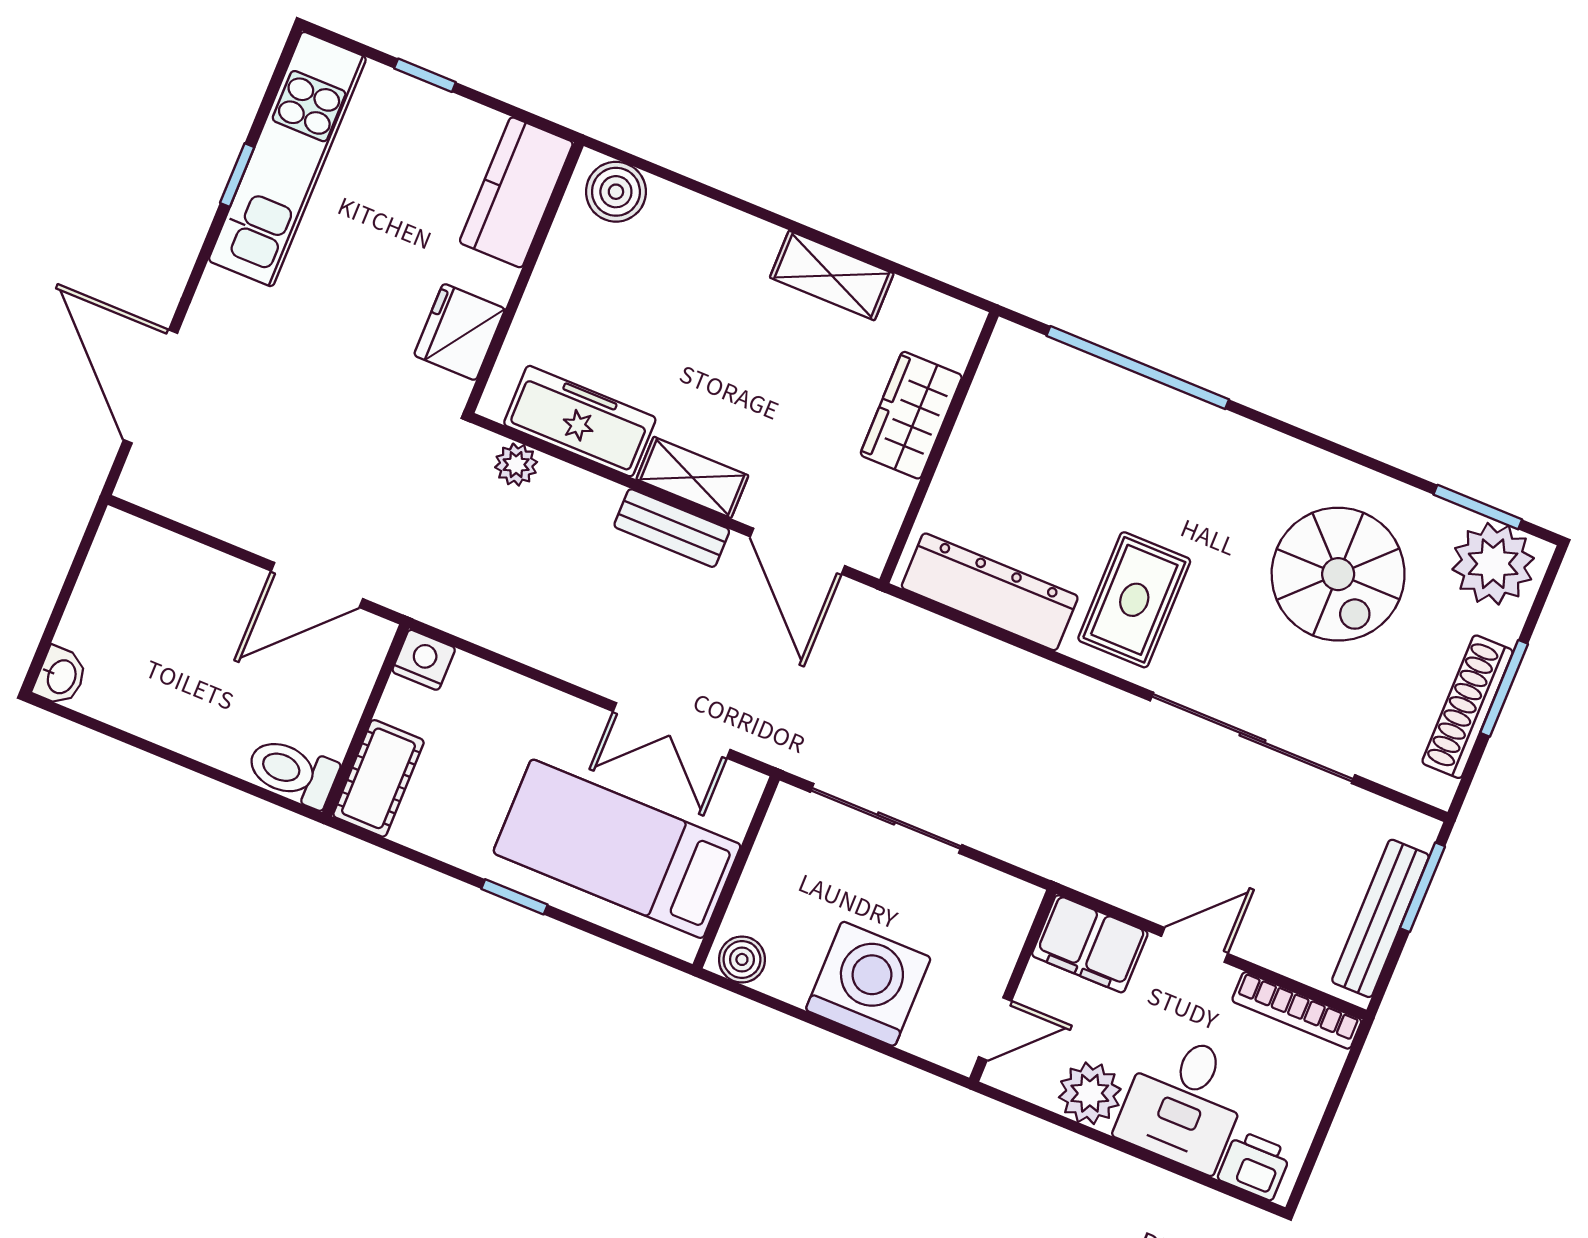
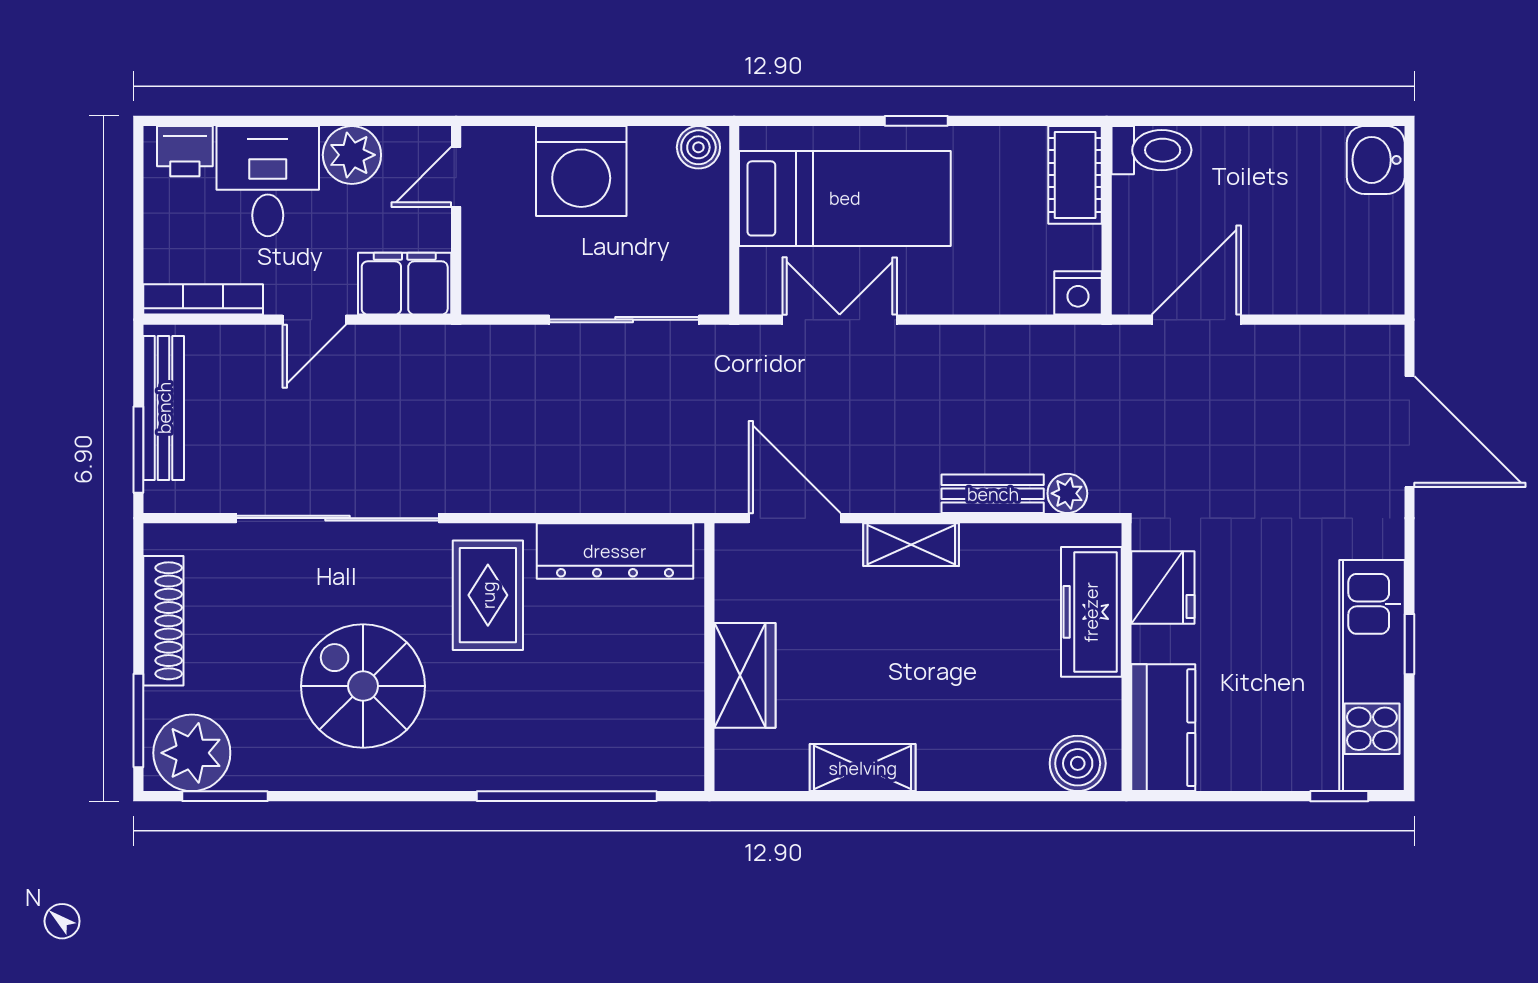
window: (425, 75) -> (1339, 796), moved
freezer: (580, 421) -> (1091, 612), moved, turned 90
bench: (672, 528) -> (993, 494), moved
spiral stairs: (1338, 574) -> (363, 686), moved
washbasin: (61, 676) -> (1376, 160), width x1.38, depth x1.45
window: (1504, 688) -> (138, 721), moved

